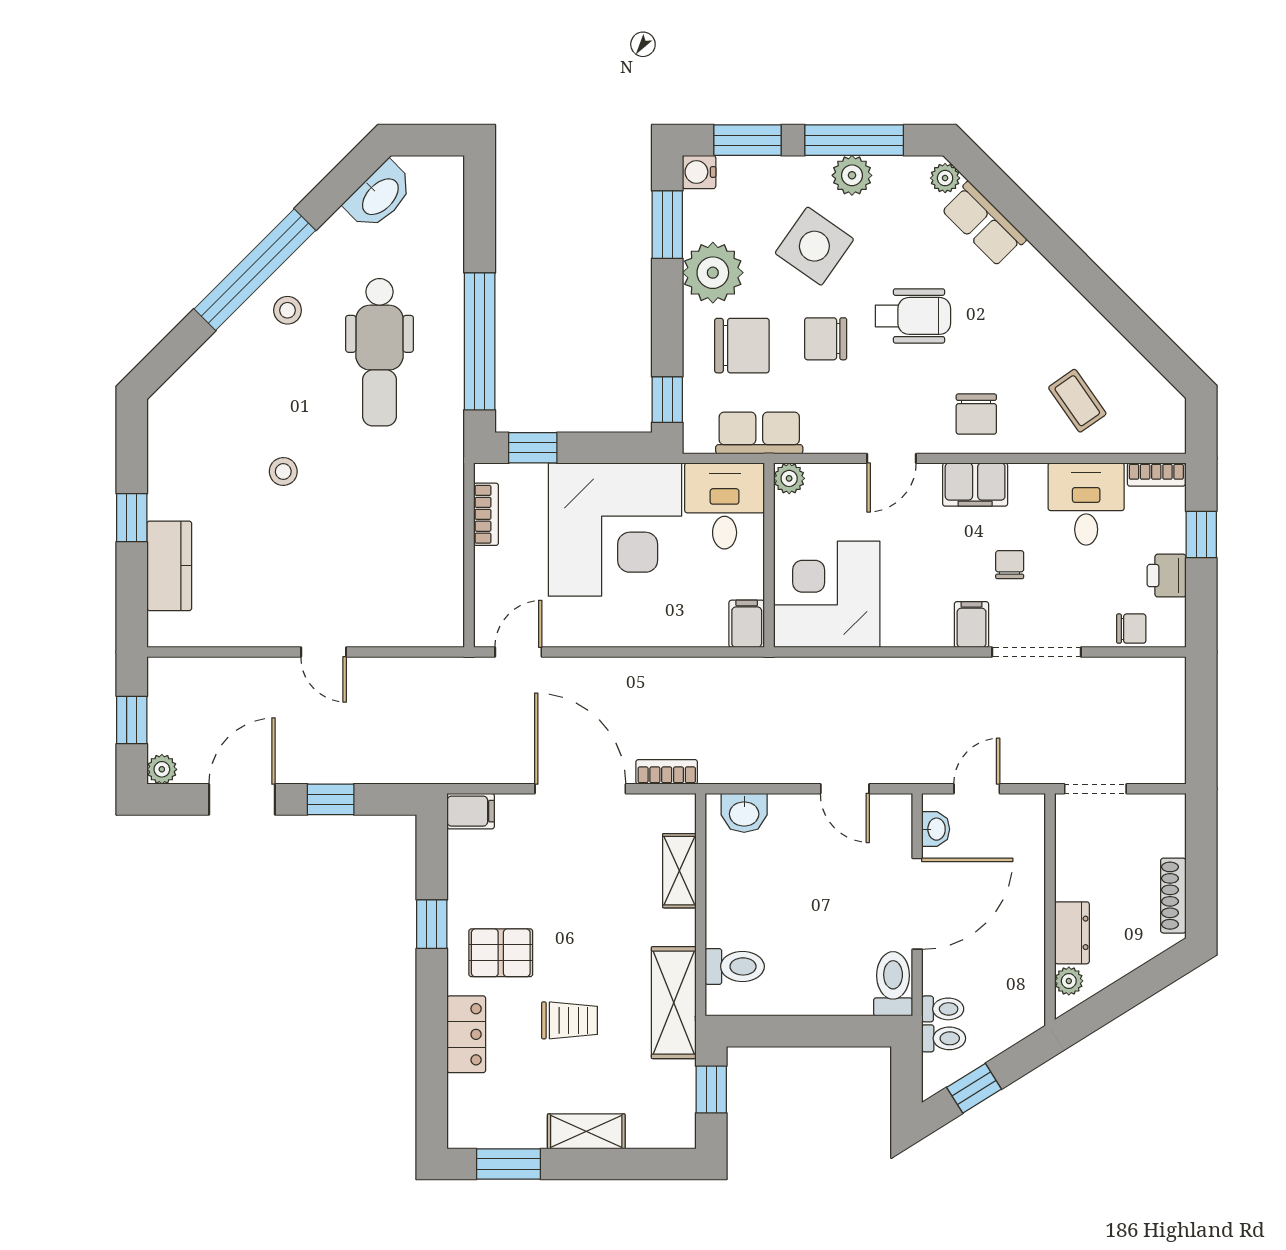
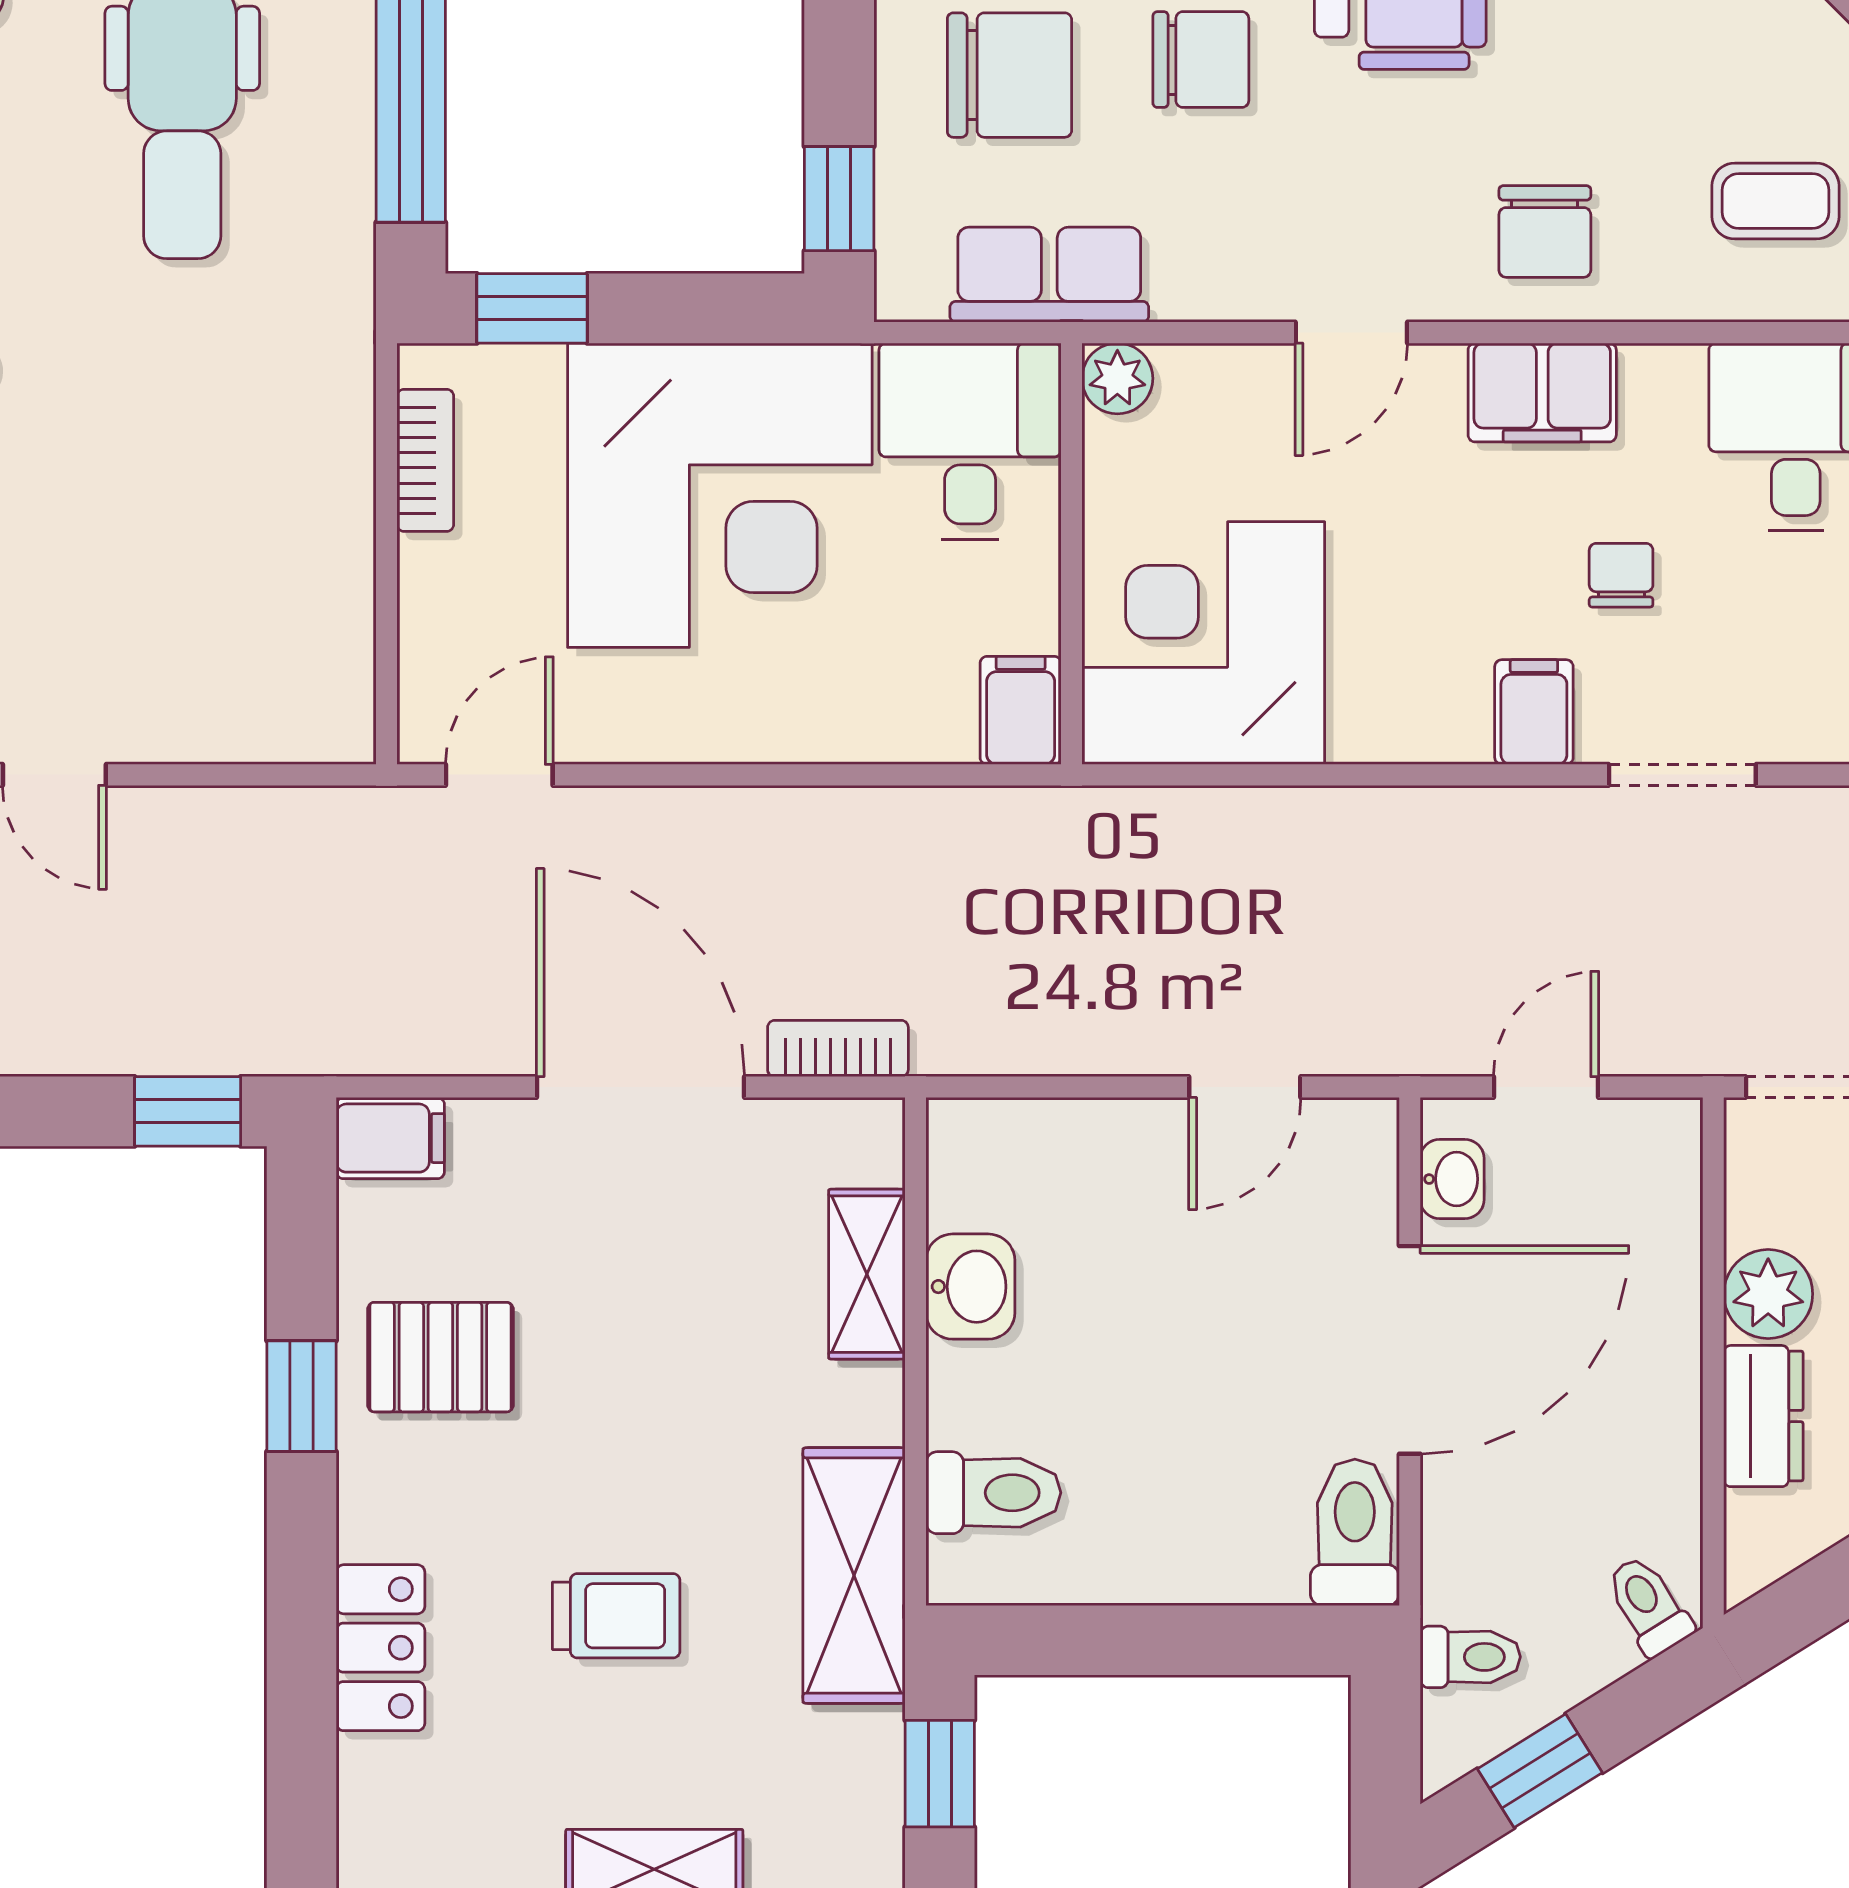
chair: (826, 339) -> (1201, 60), turned 180
coffee table: (1077, 401) -> (1776, 201), turned -55
doorway: (1037, 652) -> (1682, 775), width x0.73
door: (845, 789) -> (1245, 1087), hinge flipped
window: (331, 799) -> (188, 1111), moved
washbasin: (744, 813) -> (970, 1287), moved, turned -90
pallet: (501, 953) -> (440, 1357), moved
plant: (1069, 981) -> (1768, 1294), moved, width x1.38, depth x1.38
toilet: (943, 1009) -> (1648, 1605), moved, turned -122

